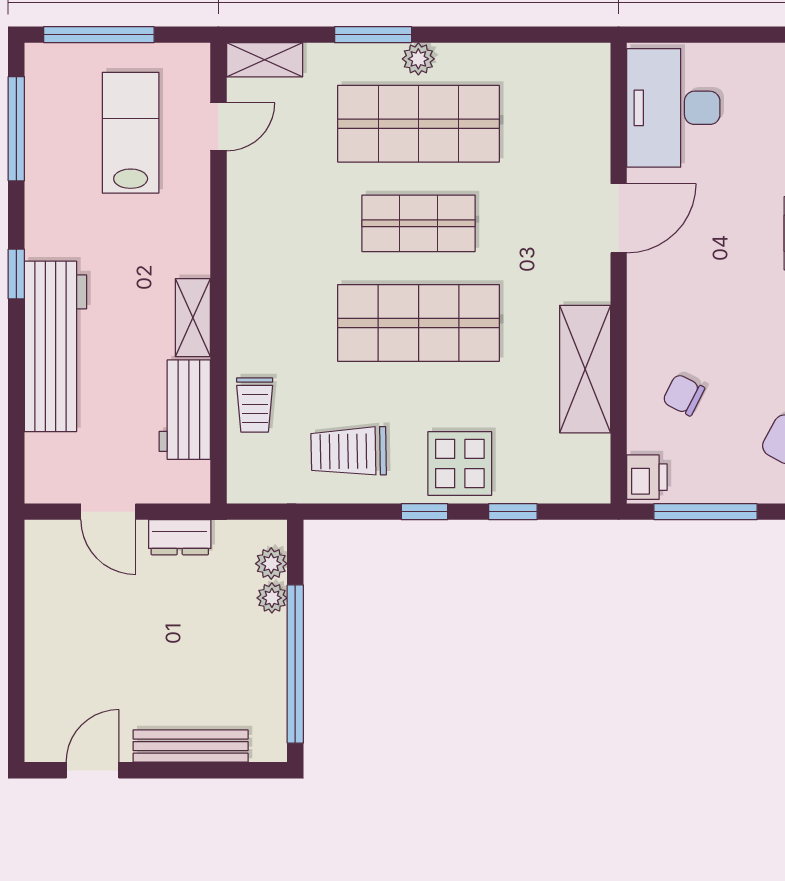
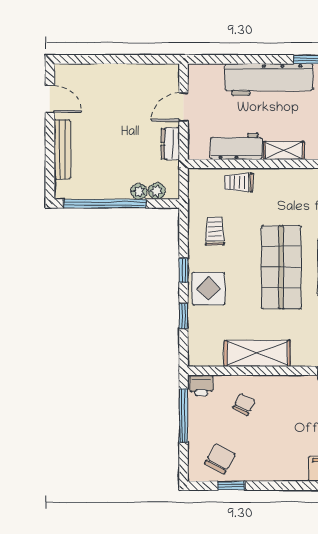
trolley: (349, 451) -> (215, 231), width x0.73, depth x0.72

